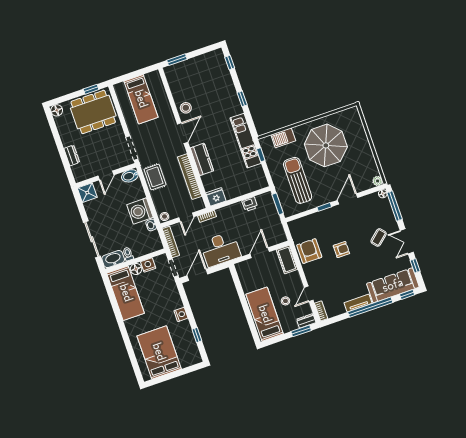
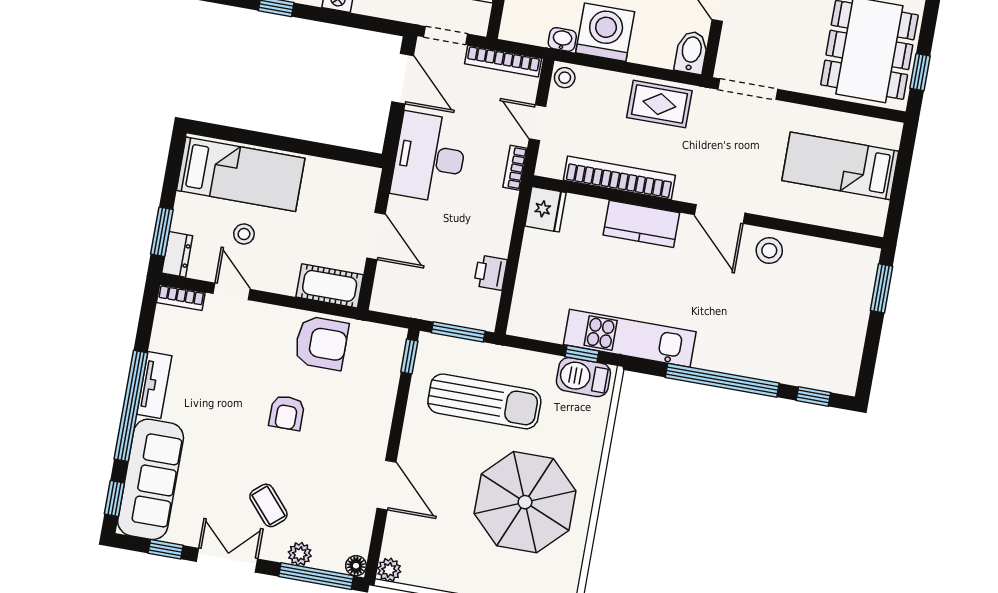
window: (242, 99) -> (722, 380), width x3.17
barbecue: (283, 138) -> (583, 377), moved, turned -90
window: (324, 207) -> (409, 356), moved
plant: (390, 216) -> (300, 554), added

